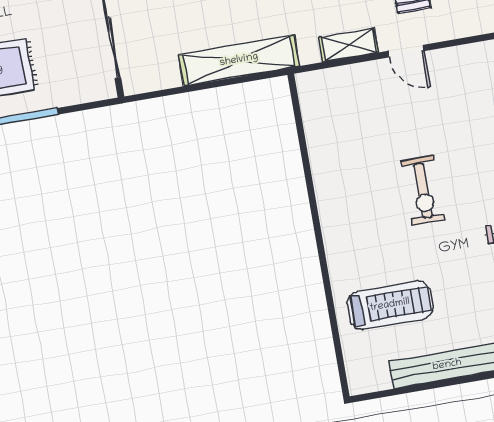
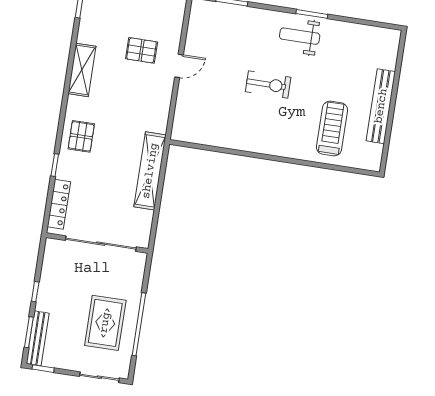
shelving: (349, 45) -> (163, 100), removed

